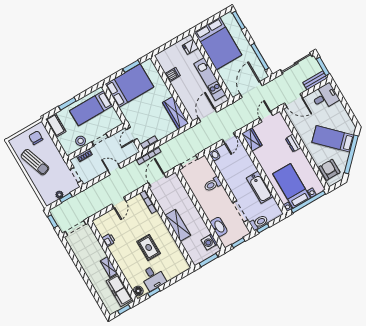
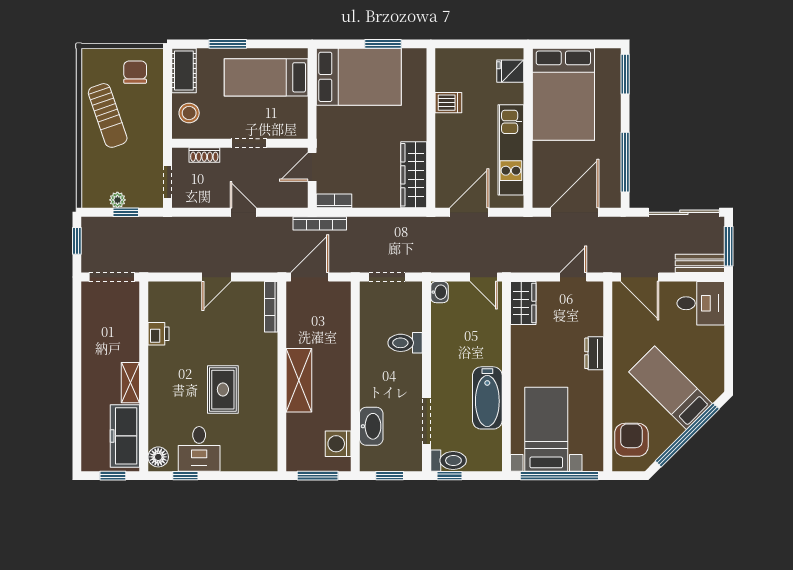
door: (229, 138) -> (484, 277), hinge flipped
stool: (81, 141) -> (189, 113), moved

